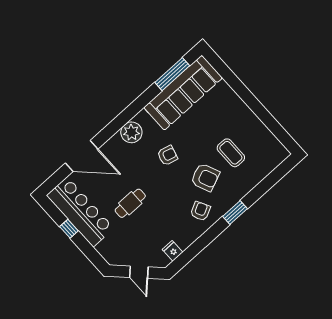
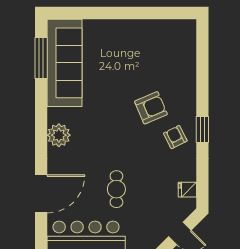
coffee table: (231, 153) -> (150, 68), removed
armchair: (167, 155) -> (105, 123), removed
window: (235, 213) -> (202, 129), moved

